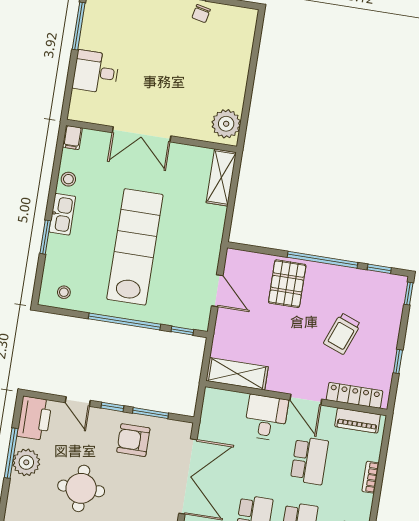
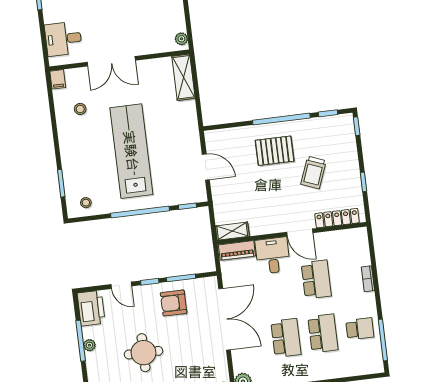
desk: (96, 72) -> (63, 39), moved
plant: (226, 124) -> (181, 39), width x0.53, depth x0.53
stool: (68, 179) -> (80, 109), moved
kitchen sink: (62, 214) -> (67, 142), removed
window: (45, 237) -> (61, 183), moved
pallet: (287, 284) -> (275, 151), moved, turned 90
shelving: (237, 374) -> (232, 231), width x0.67, depth x0.75
piano: (358, 420) -> (237, 250), moved
plant: (26, 462) -> (89, 345), width x0.53, depth x0.53

